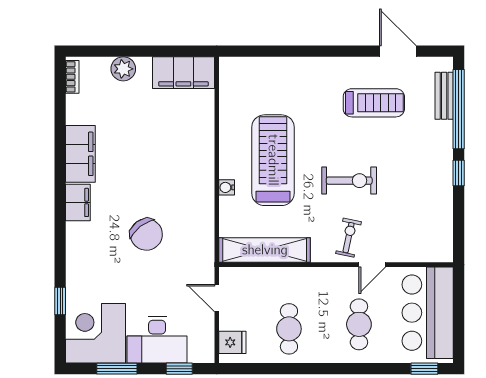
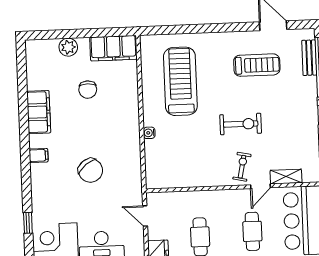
bookcase: (72, 77) -> (30, 55), removed
chair: (147, 126) -> (88, 90), added
treadmill: (273, 160) -> (180, 81), moved
filing cabinet: (78, 202) -> (39, 155), width x0.50
shelving: (265, 250) -> (286, 177), moved, width x0.45, depth x0.75

